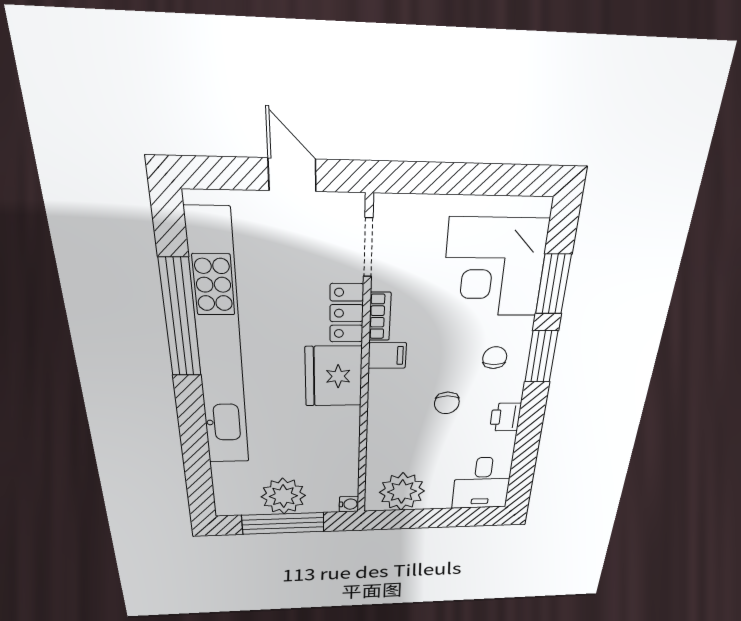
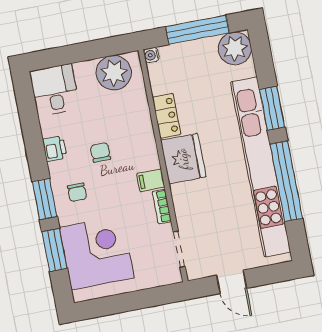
locker: (347, 313) -> (167, 116), moved
window: (192, 421) -> (272, 108), added
plant: (283, 496) -> (235, 48), moved

